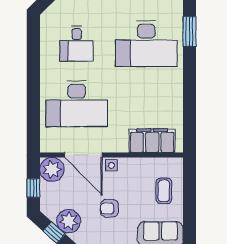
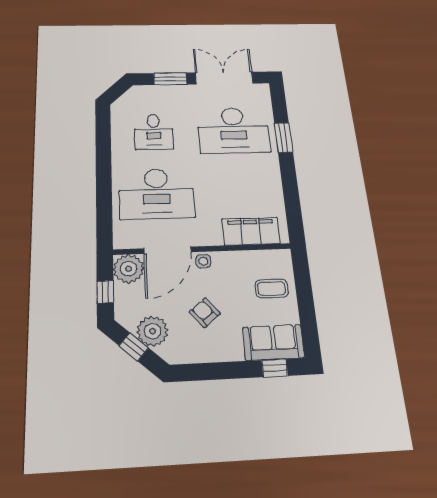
window: (190, 31) -> (283, 138), moved
door: (83, 155) -> (168, 250), hinge flipped
coffee table: (164, 191) -> (272, 288), turned 90
armchair: (109, 208) -> (205, 313), turned 51

